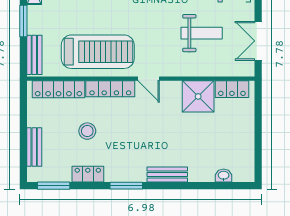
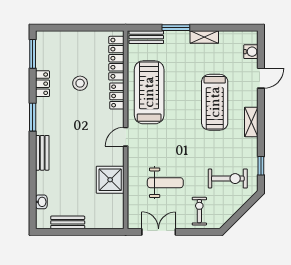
weight bench: (202, 33) -> (165, 183), turned -90
treadmill: (98, 52) -> (149, 92), turned 180
locker: (110, 89) -> (117, 96), width x0.66
locker: (232, 89) -> (117, 209), removed
bench: (34, 147) -> (68, 222), moved

